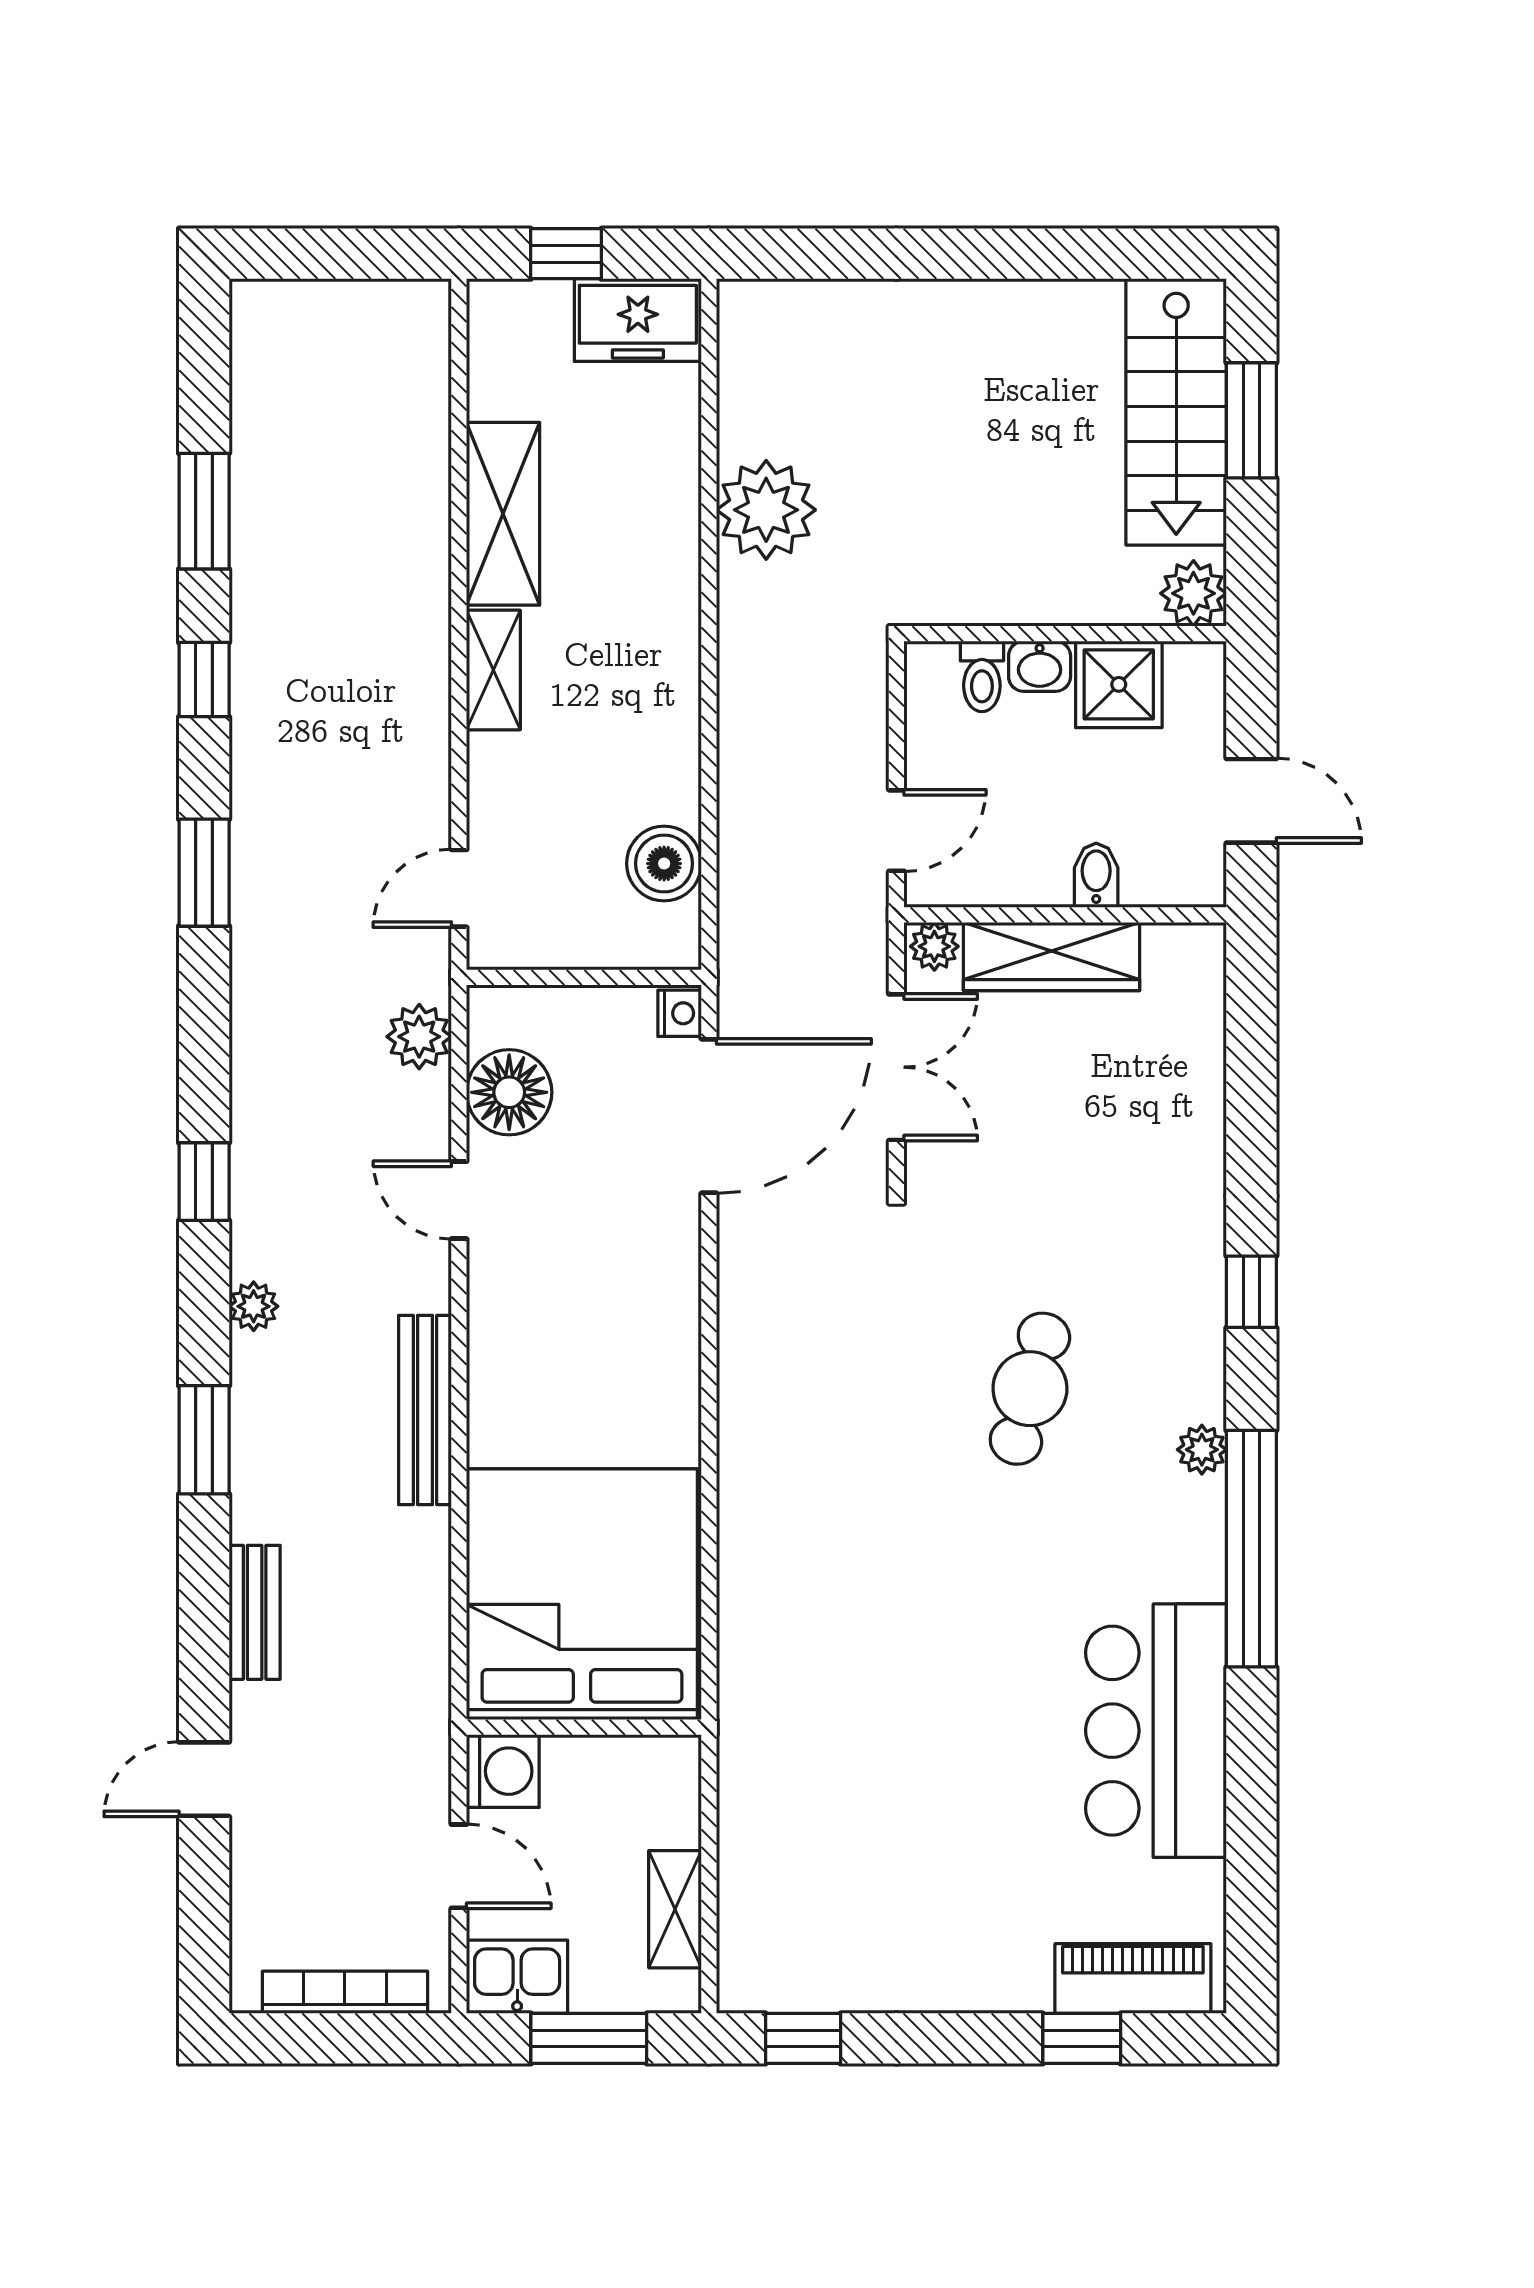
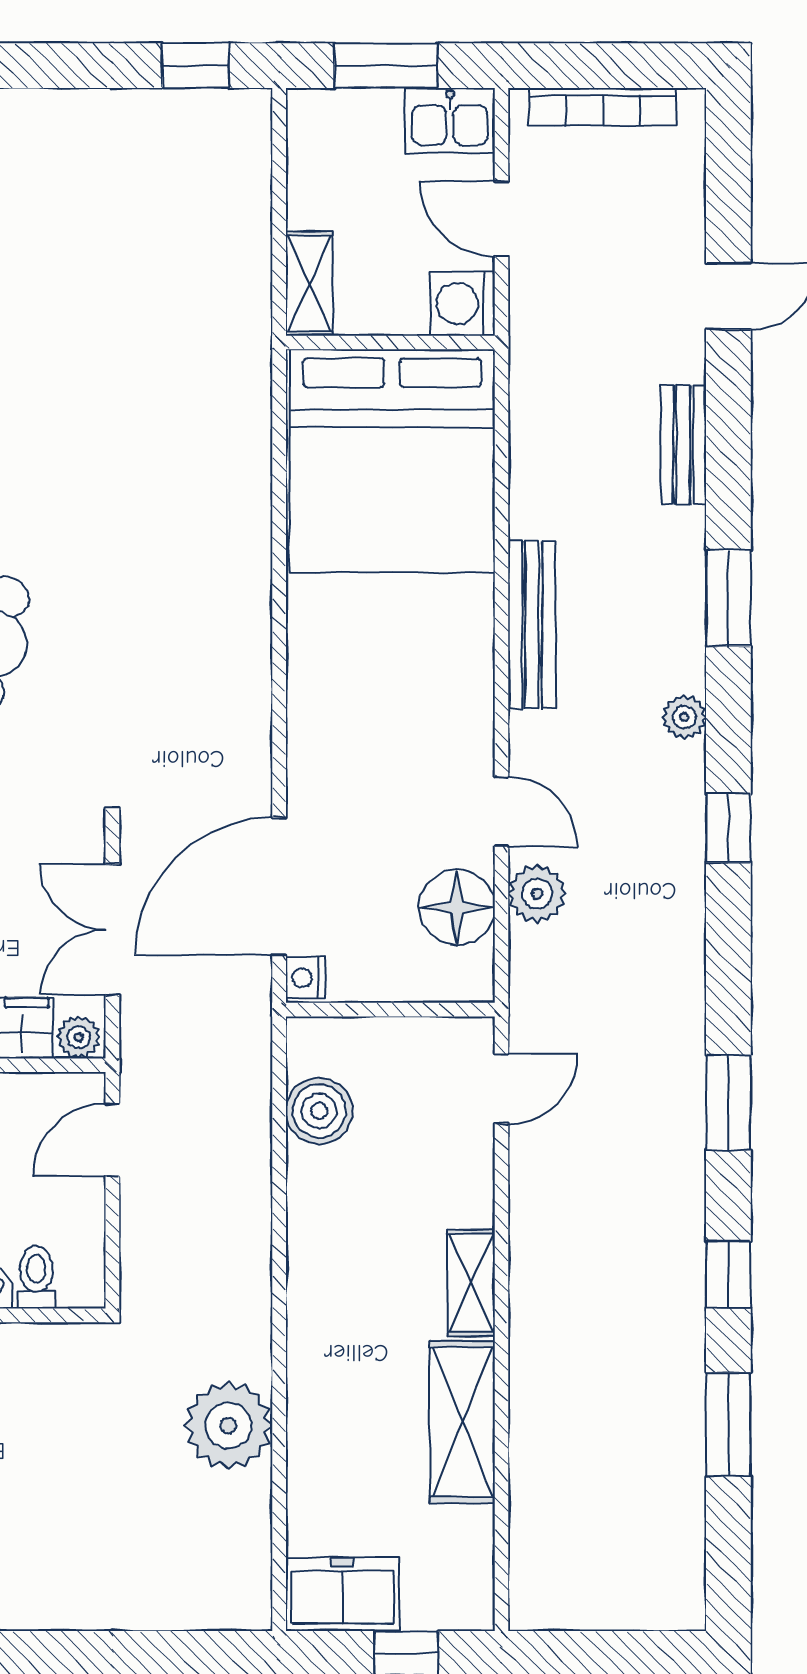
plant: (419, 1037) -> (537, 894), moved
shelving: (675, 1909) -> (309, 284), moved

